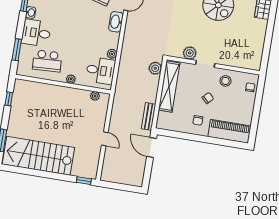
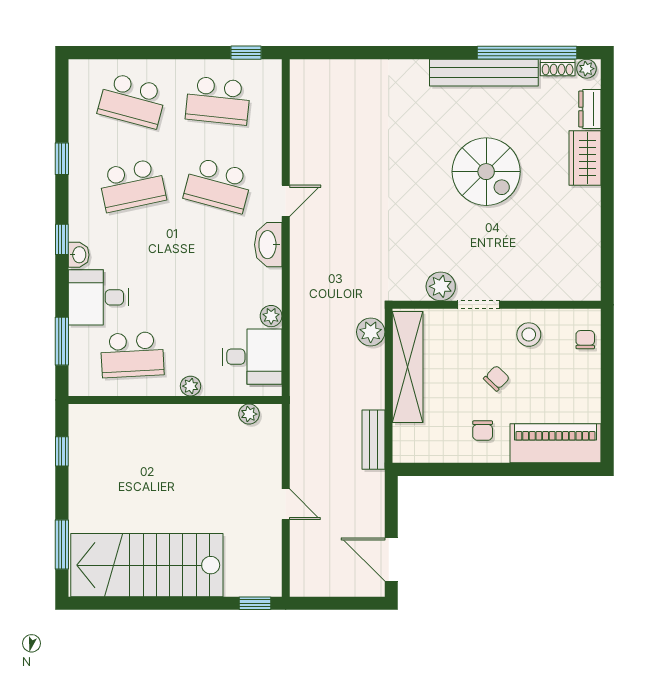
door: (152, 147) -> (391, 560), moved

